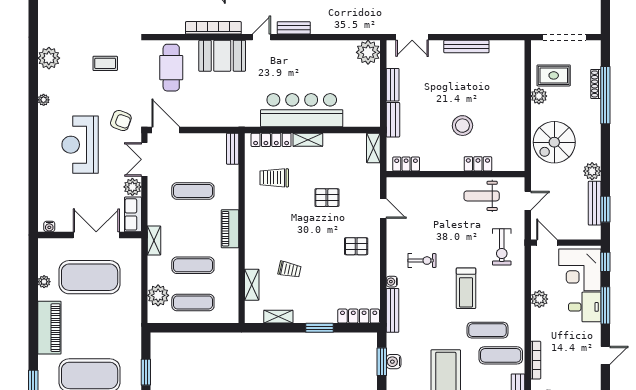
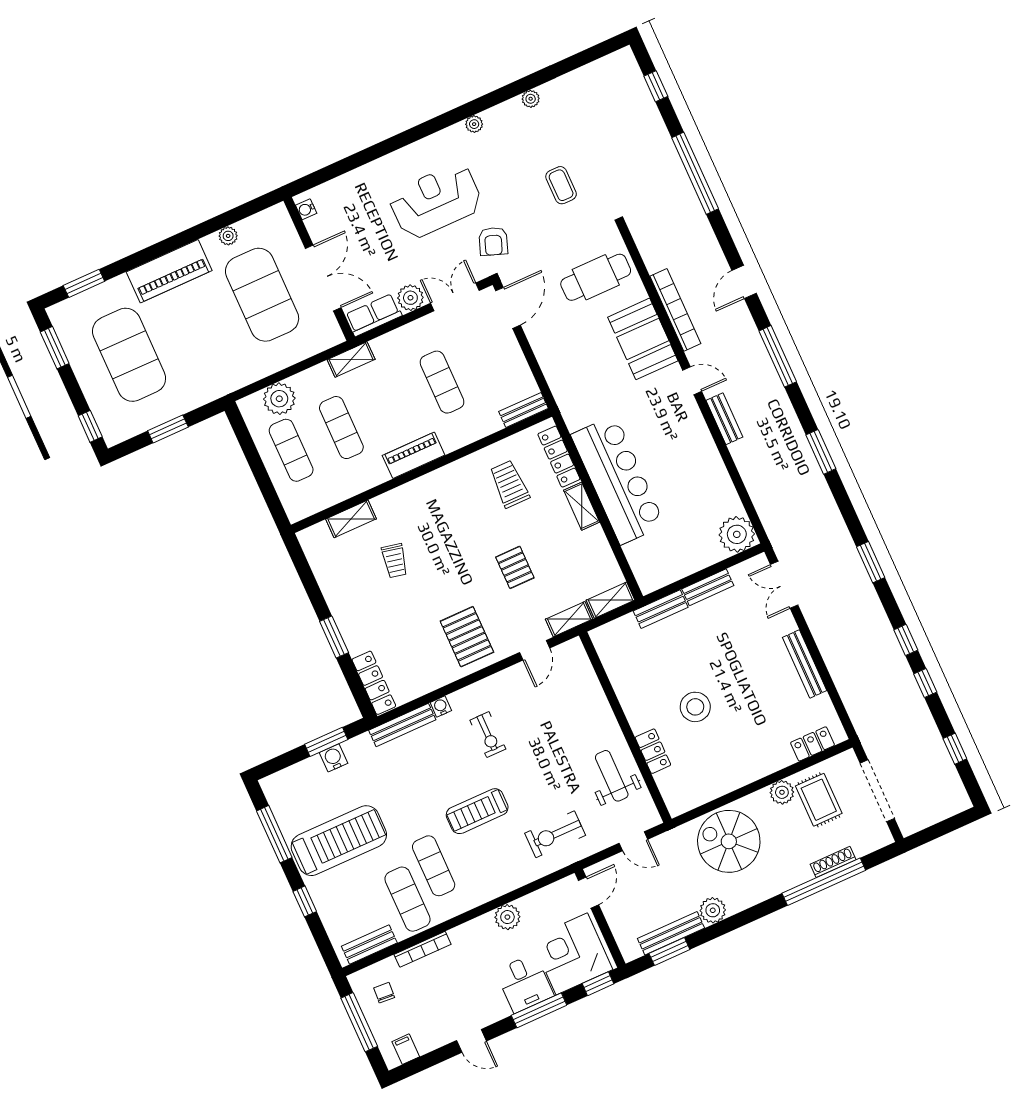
plant: (49, 58) -> (531, 99), width x0.53, depth x0.53
locker: (406, 164) -> (813, 744), moved, turned -90
pallet: (356, 246) -> (467, 637), width x1.50, depth x1.42
shelving: (278, 317) -> (569, 619), moved, turned 90

